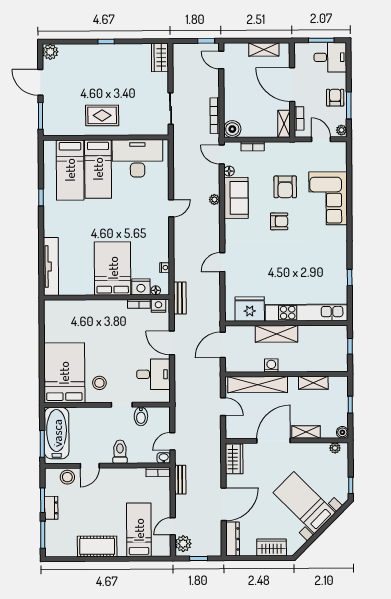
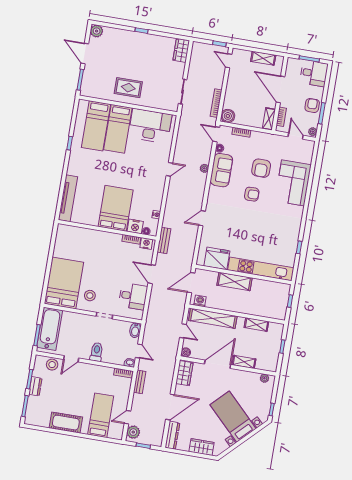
washing machine: (271, 365) -> (200, 301), moved
bidet: (141, 416) -> (135, 330), moved
boiler: (342, 432) -> (186, 352), moved
door: (172, 441) -> (139, 351), swing flipped

